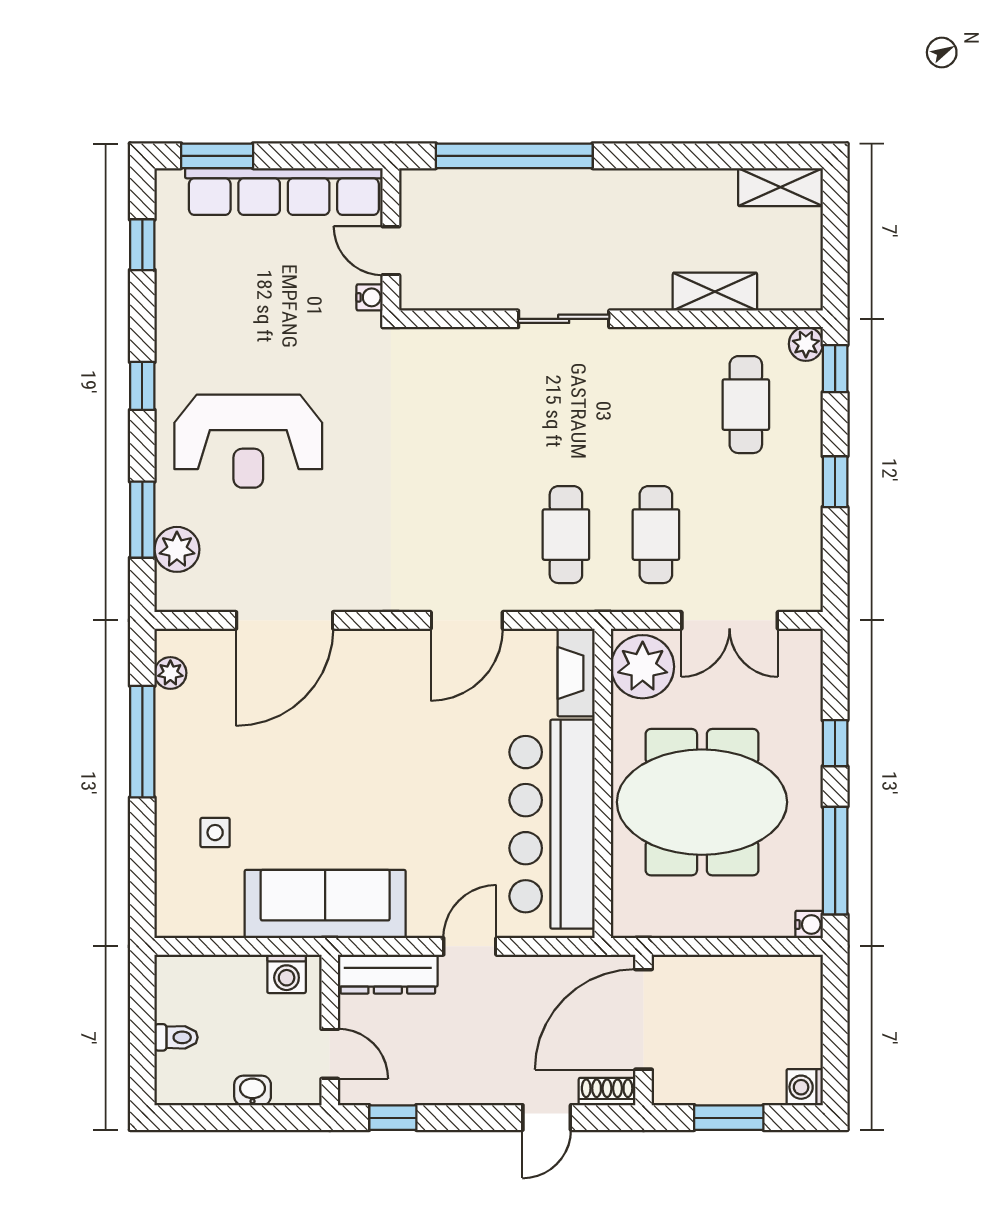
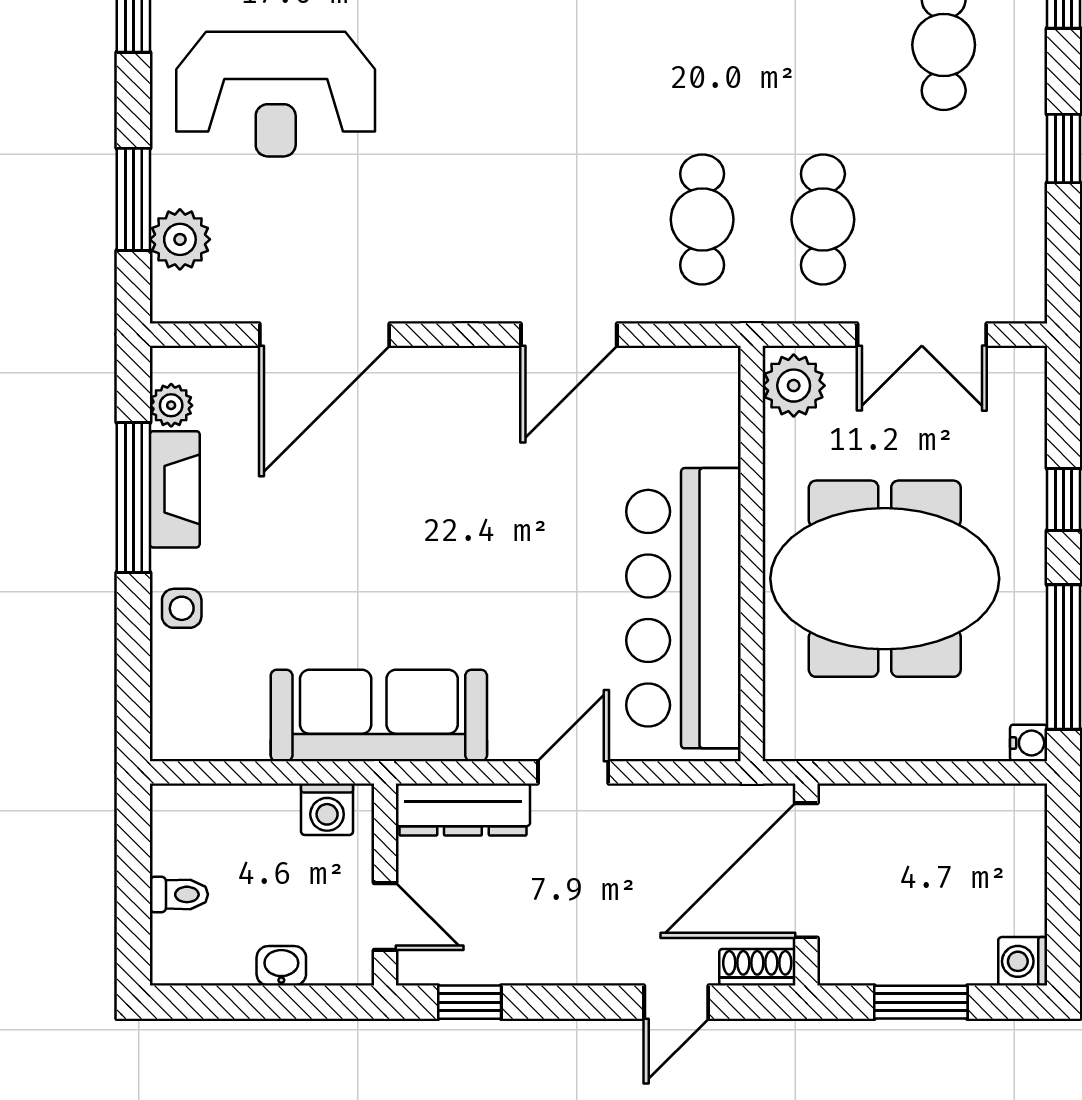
plant: (643, 667) -> (794, 386), width x0.73, depth x0.73
fireplace: (576, 673) -> (175, 489), moved, turned 180
side table: (215, 833) -> (182, 608), moved

